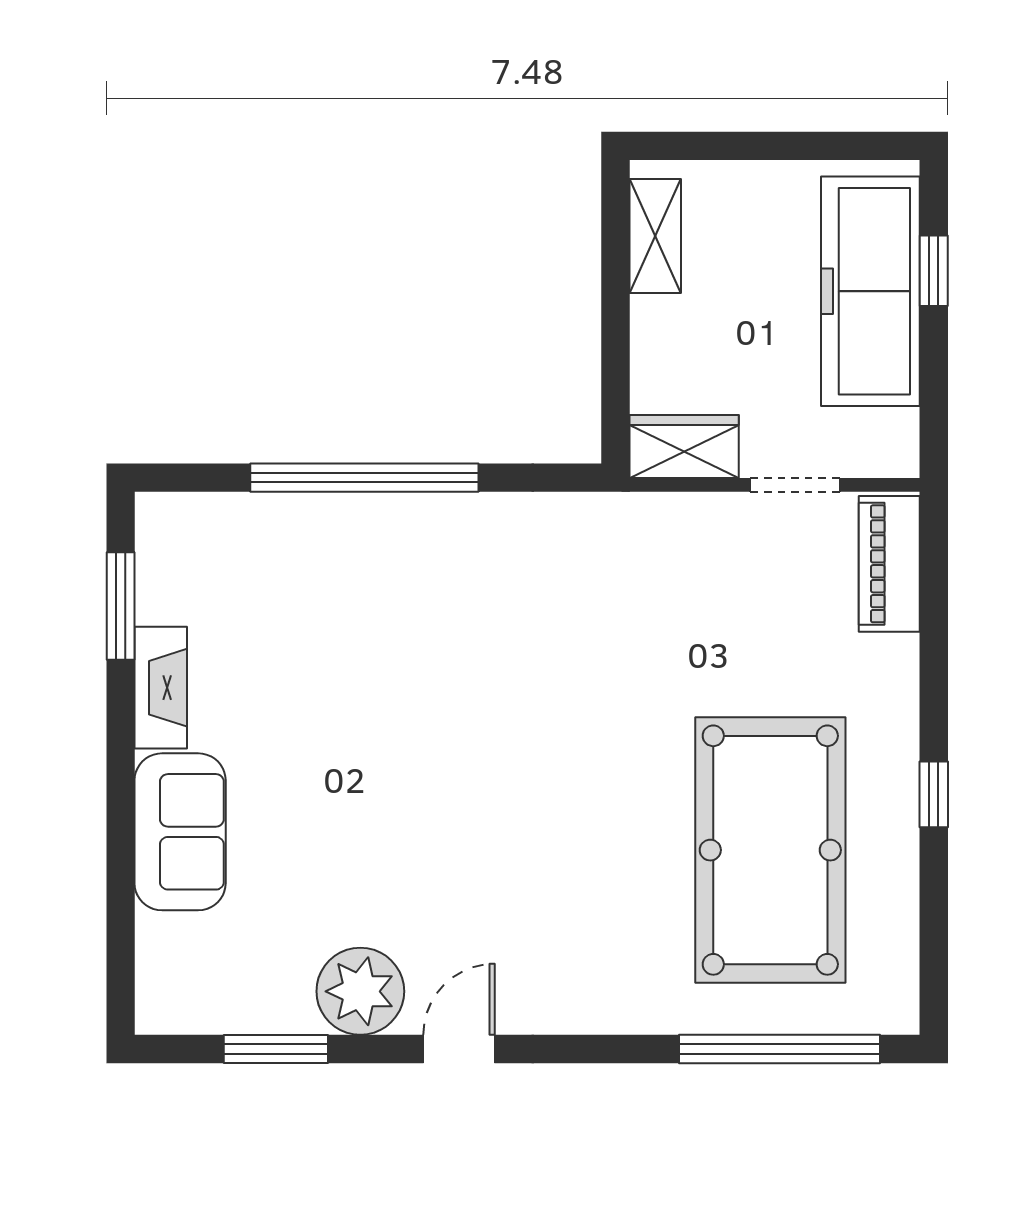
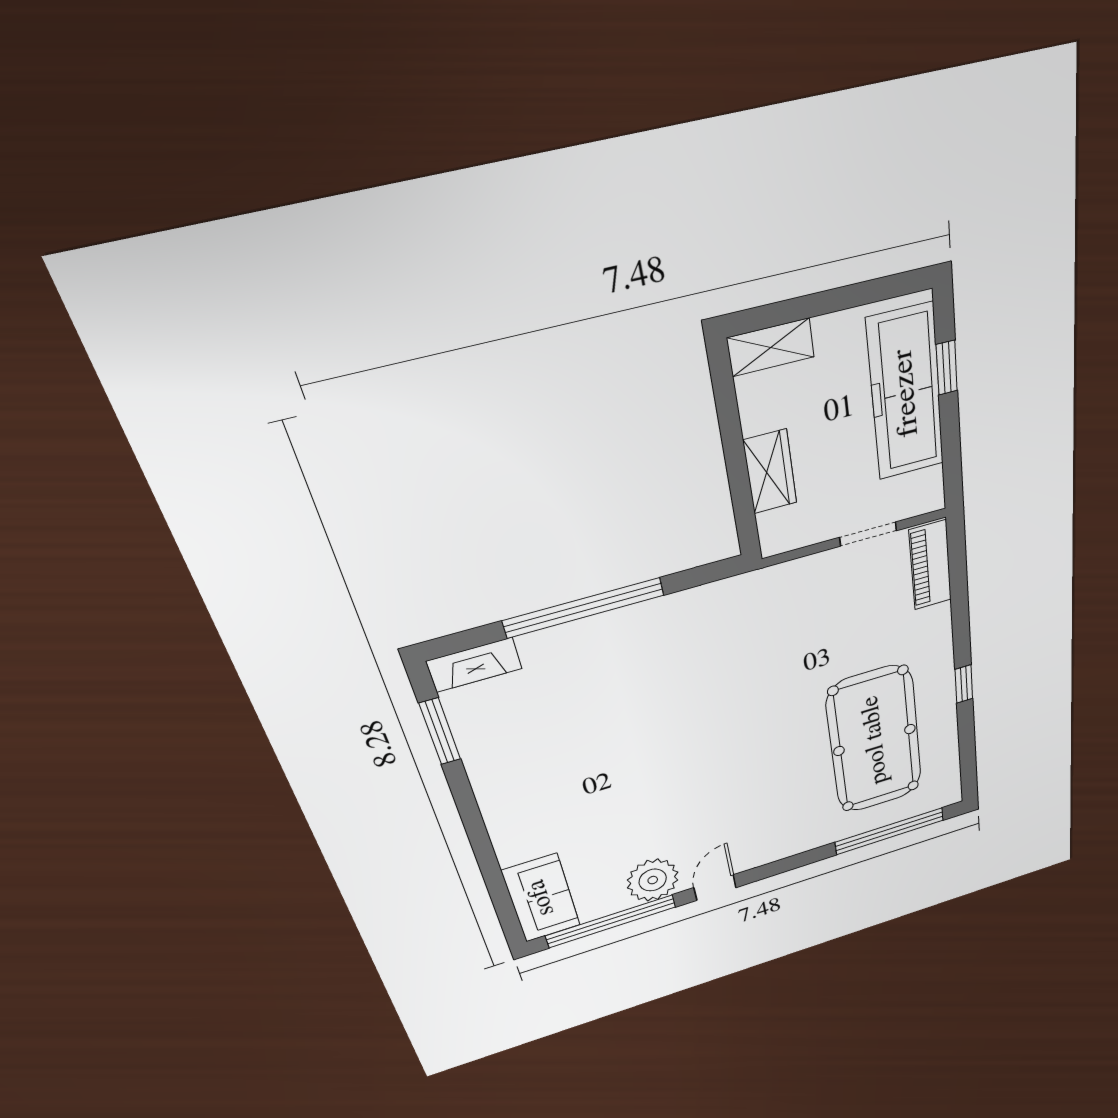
shelving: (655, 236) -> (771, 347), moved, turned 90
wardrobe: (684, 447) -> (770, 472), moved, turned 90
fireplace: (161, 688) -> (474, 665), moved, turned 90
sofa: (180, 832) -> (541, 898), moved
window: (276, 1049) -> (611, 921), width x2.11

